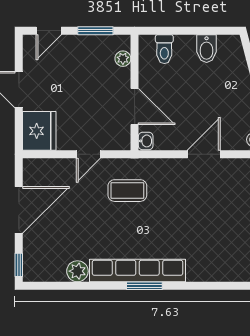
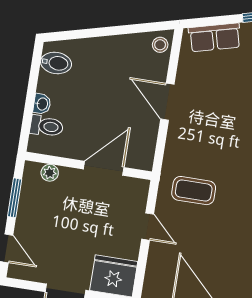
bidet: (207, 49) -> (56, 63), moved
washbasin: (146, 141) -> (42, 104), moved, turned 90
coffee table: (127, 191) -> (194, 191), turned 90

